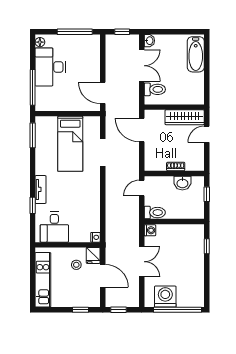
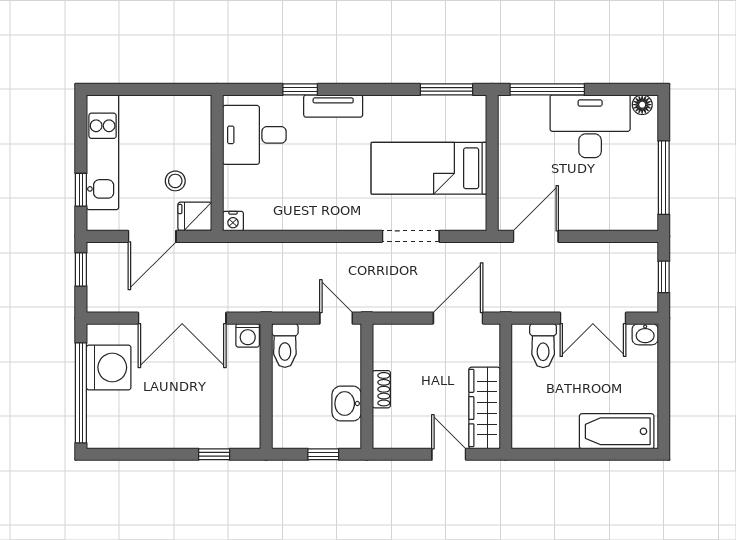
double door: (142, 262) -> (182, 318), width x1.37
kitchen unit: (43, 280) -> (103, 152), moved, turned -90

